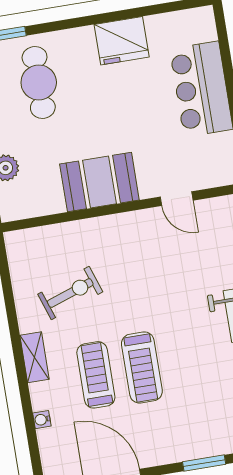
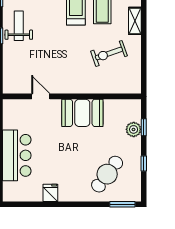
fridge: (122, 41) -> (50, 193), width x0.53, depth x0.75
cafe table: (39, 82) -> (107, 174), turned 37

